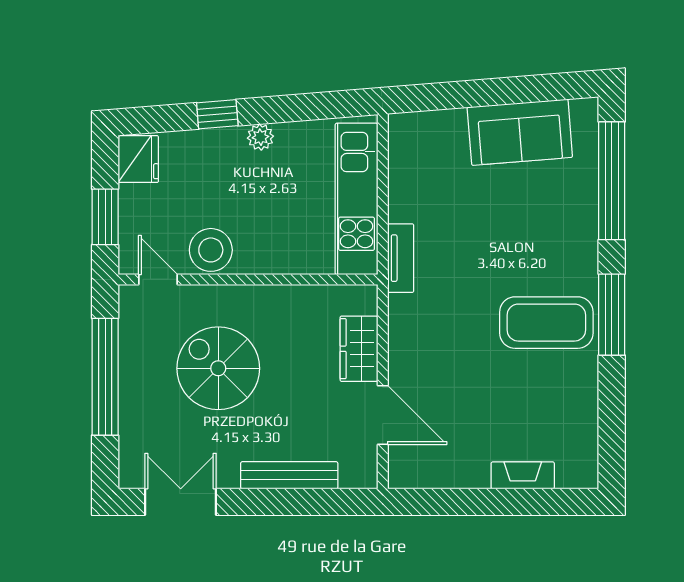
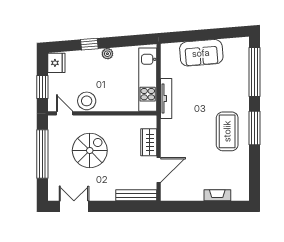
sofa: (520, 132) -> (201, 53), moved
tv unit: (401, 258) -> (166, 98), width x1.41
coffee table: (546, 323) -> (227, 131), turned 90
spiral stairs: (218, 368) -> (90, 150), turned 90
door: (383, 415) -> (159, 170), hinge flipped
bench: (289, 475) -> (136, 195), moved

